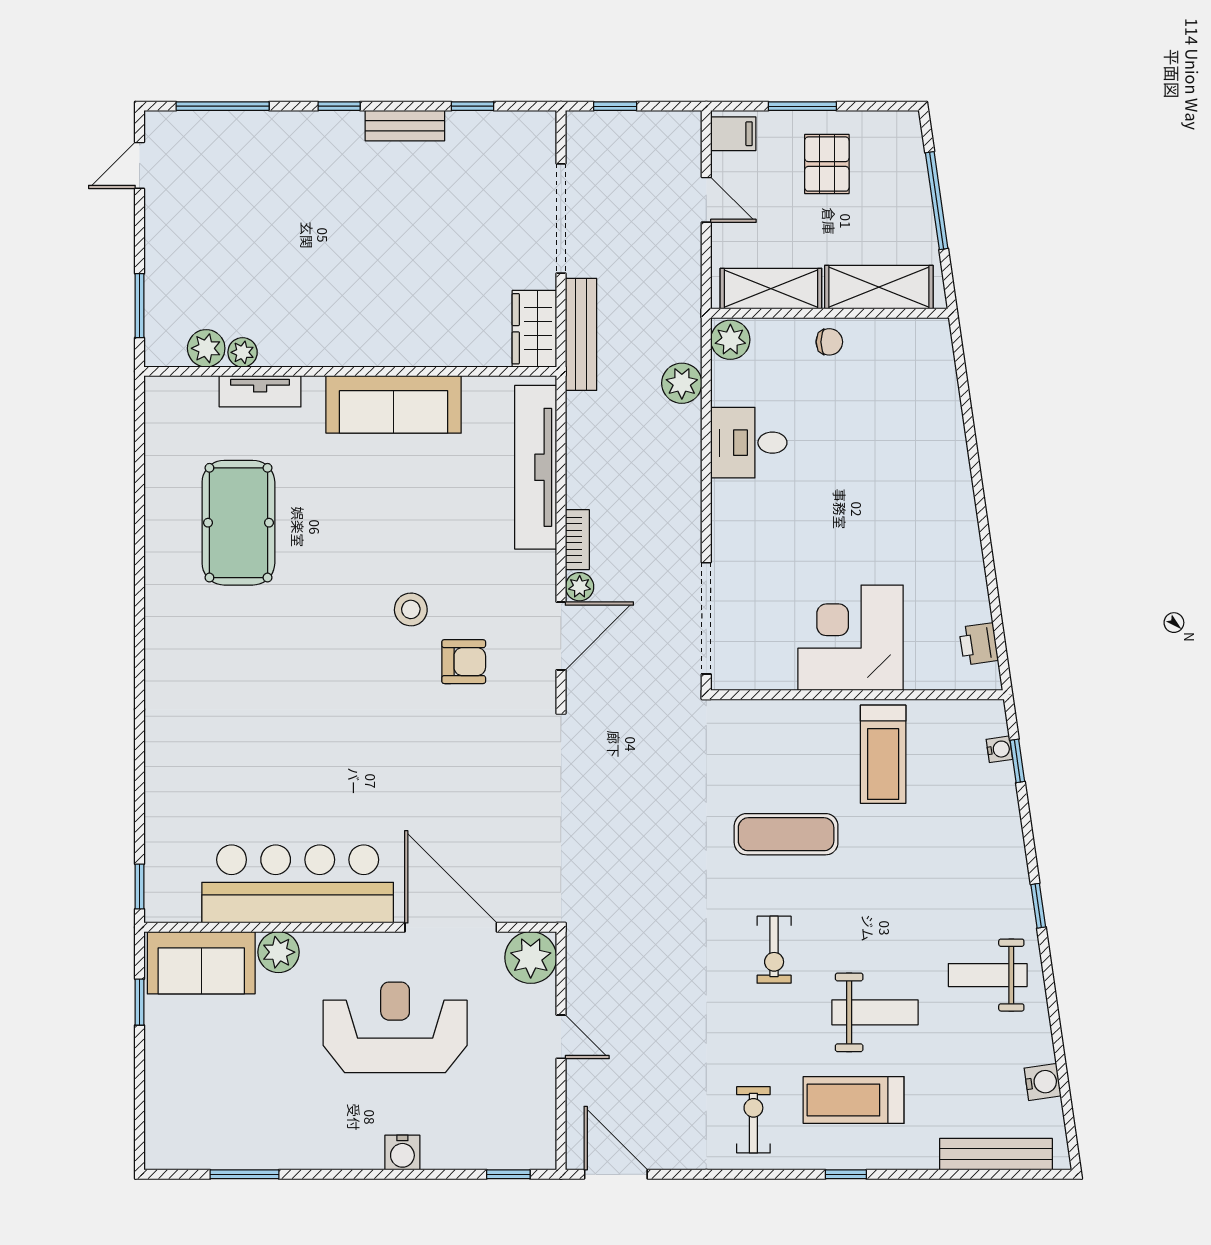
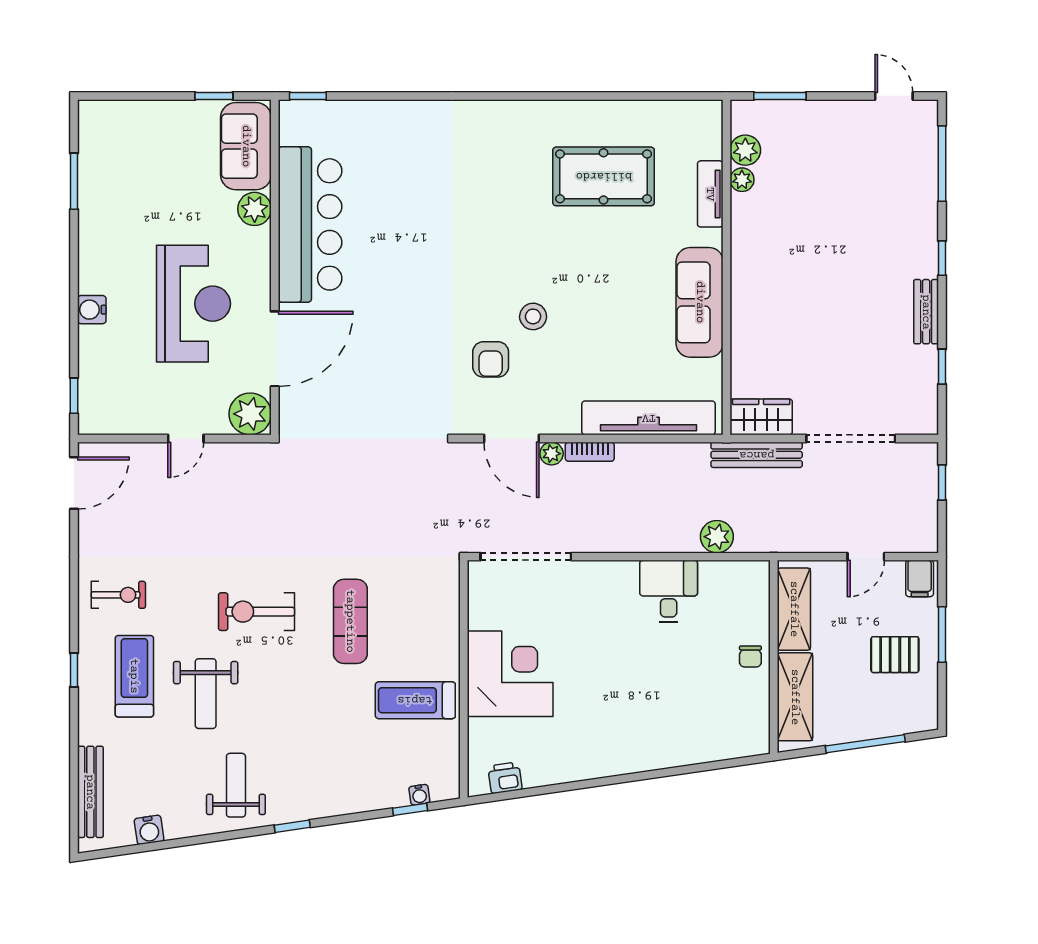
plant: (730, 340) -> (752, 576), removed
exercise bike: (774, 950) -> (257, 612), width x1.38, depth x1.39

